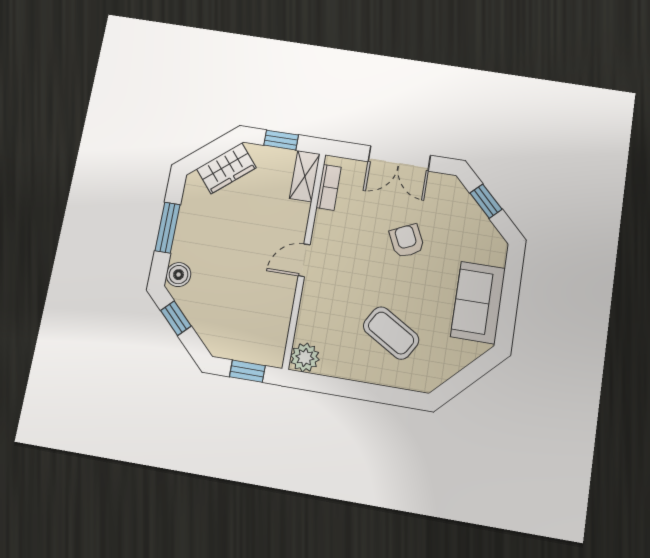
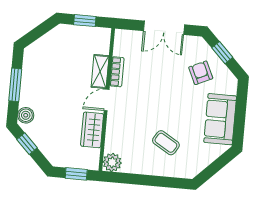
wardrobe: (226, 168) -> (92, 130), moved, turned 130
shelving: (305, 176) -> (100, 71), moved
bookcase: (329, 187) -> (117, 72), moved
armchair: (407, 241) -> (201, 73), moved
coffee table: (391, 333) -> (166, 143), width x0.73, depth x0.77

